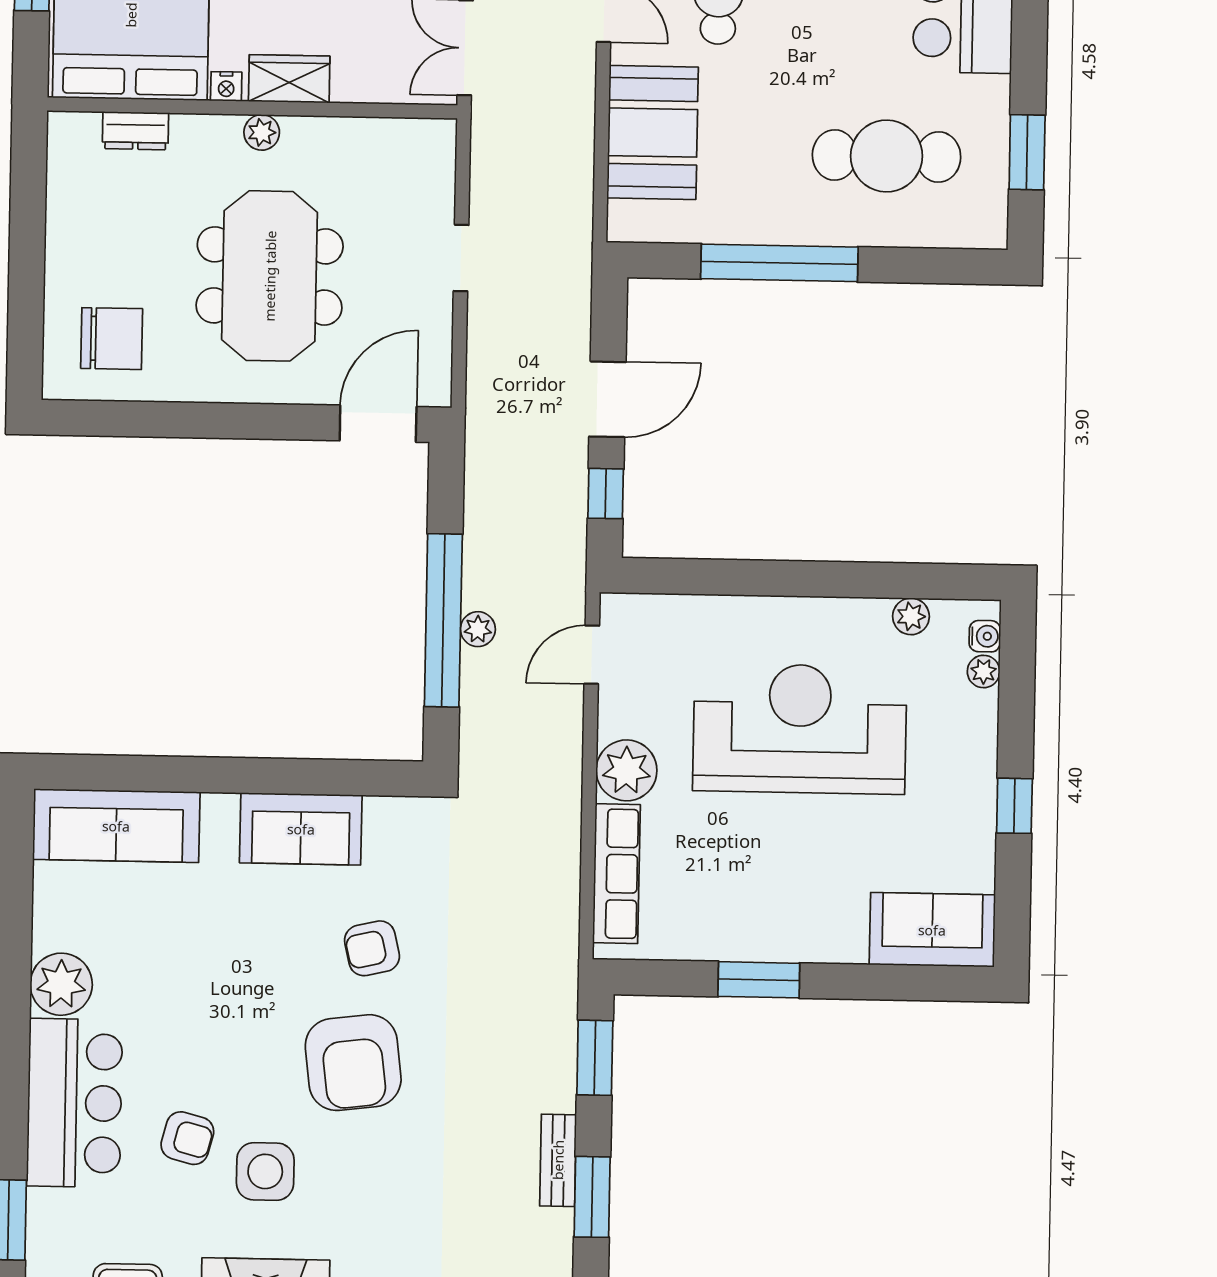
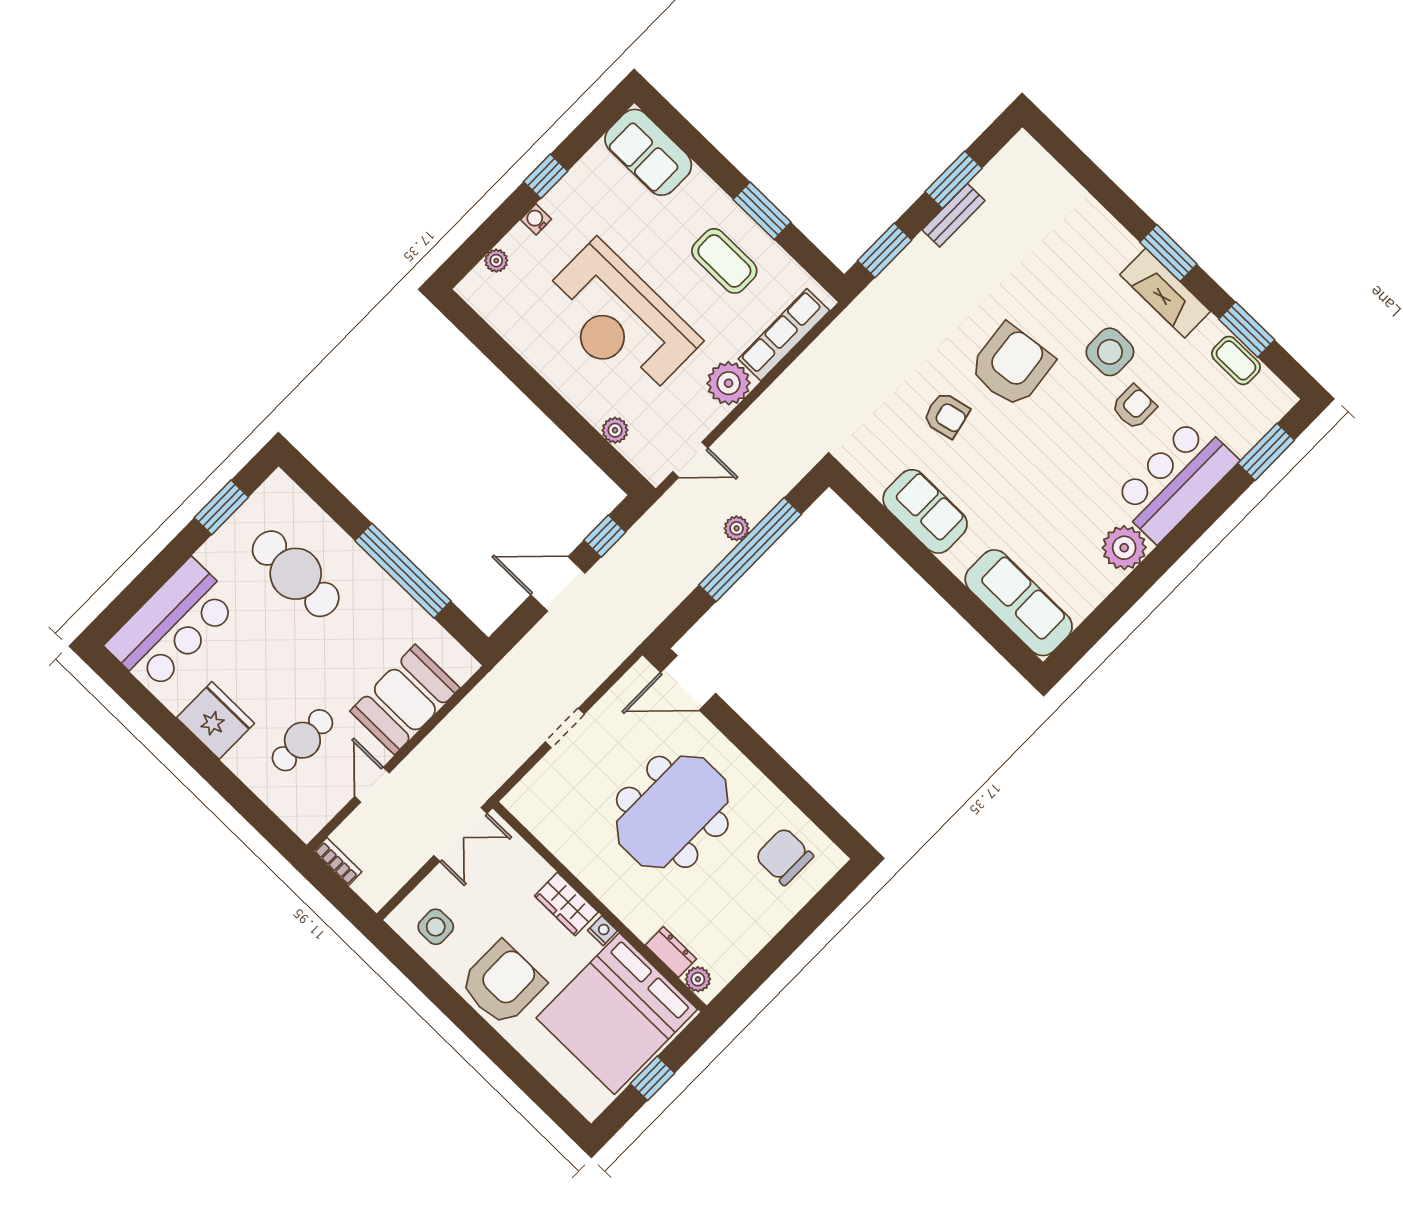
plant: (262, 132) -> (698, 979), moved
plant: (911, 616) -> (615, 430), moved
water cooler: (985, 636) -> (536, 219), moved
coffee table: (749, 892) -> (724, 261), added
armchair: (187, 1138) -> (1134, 407), turned 75

